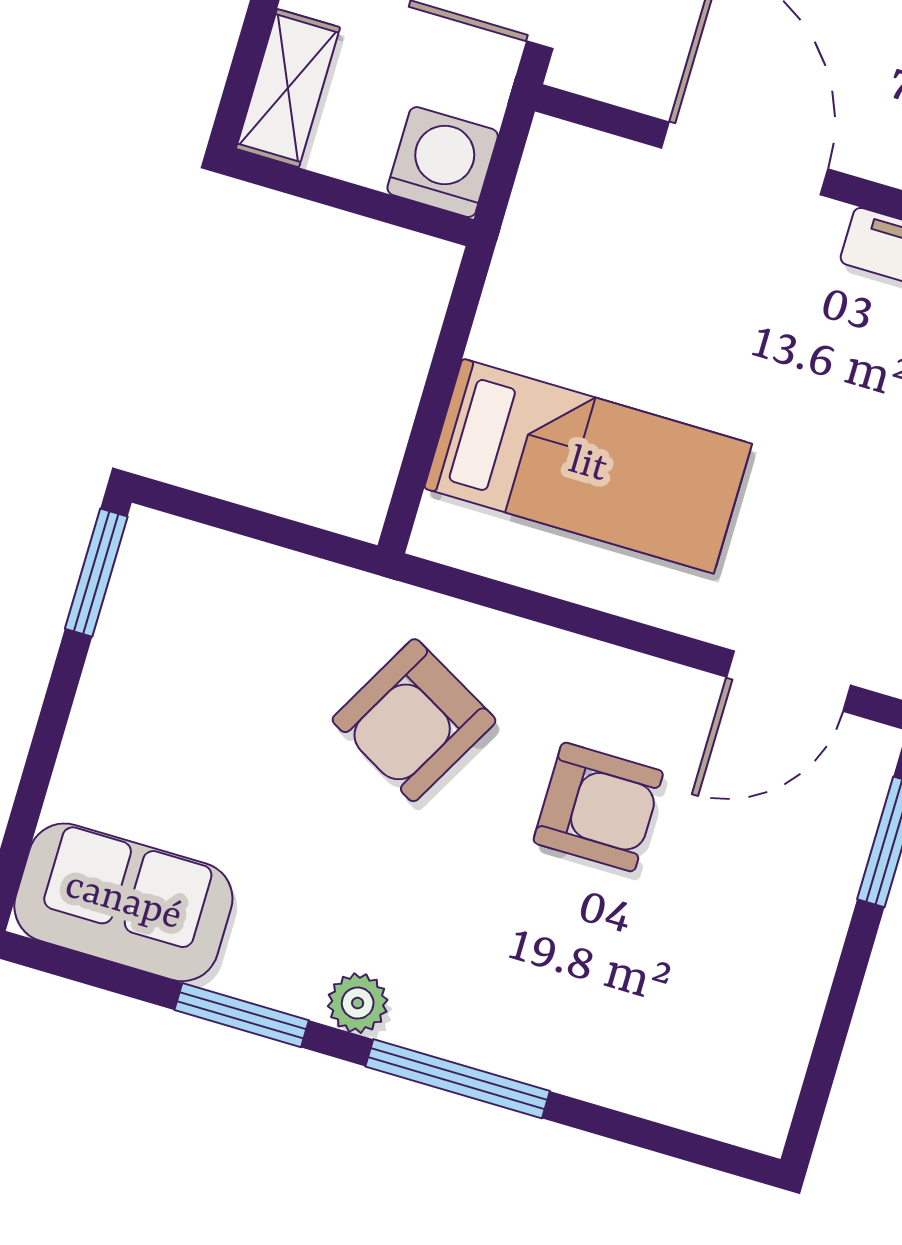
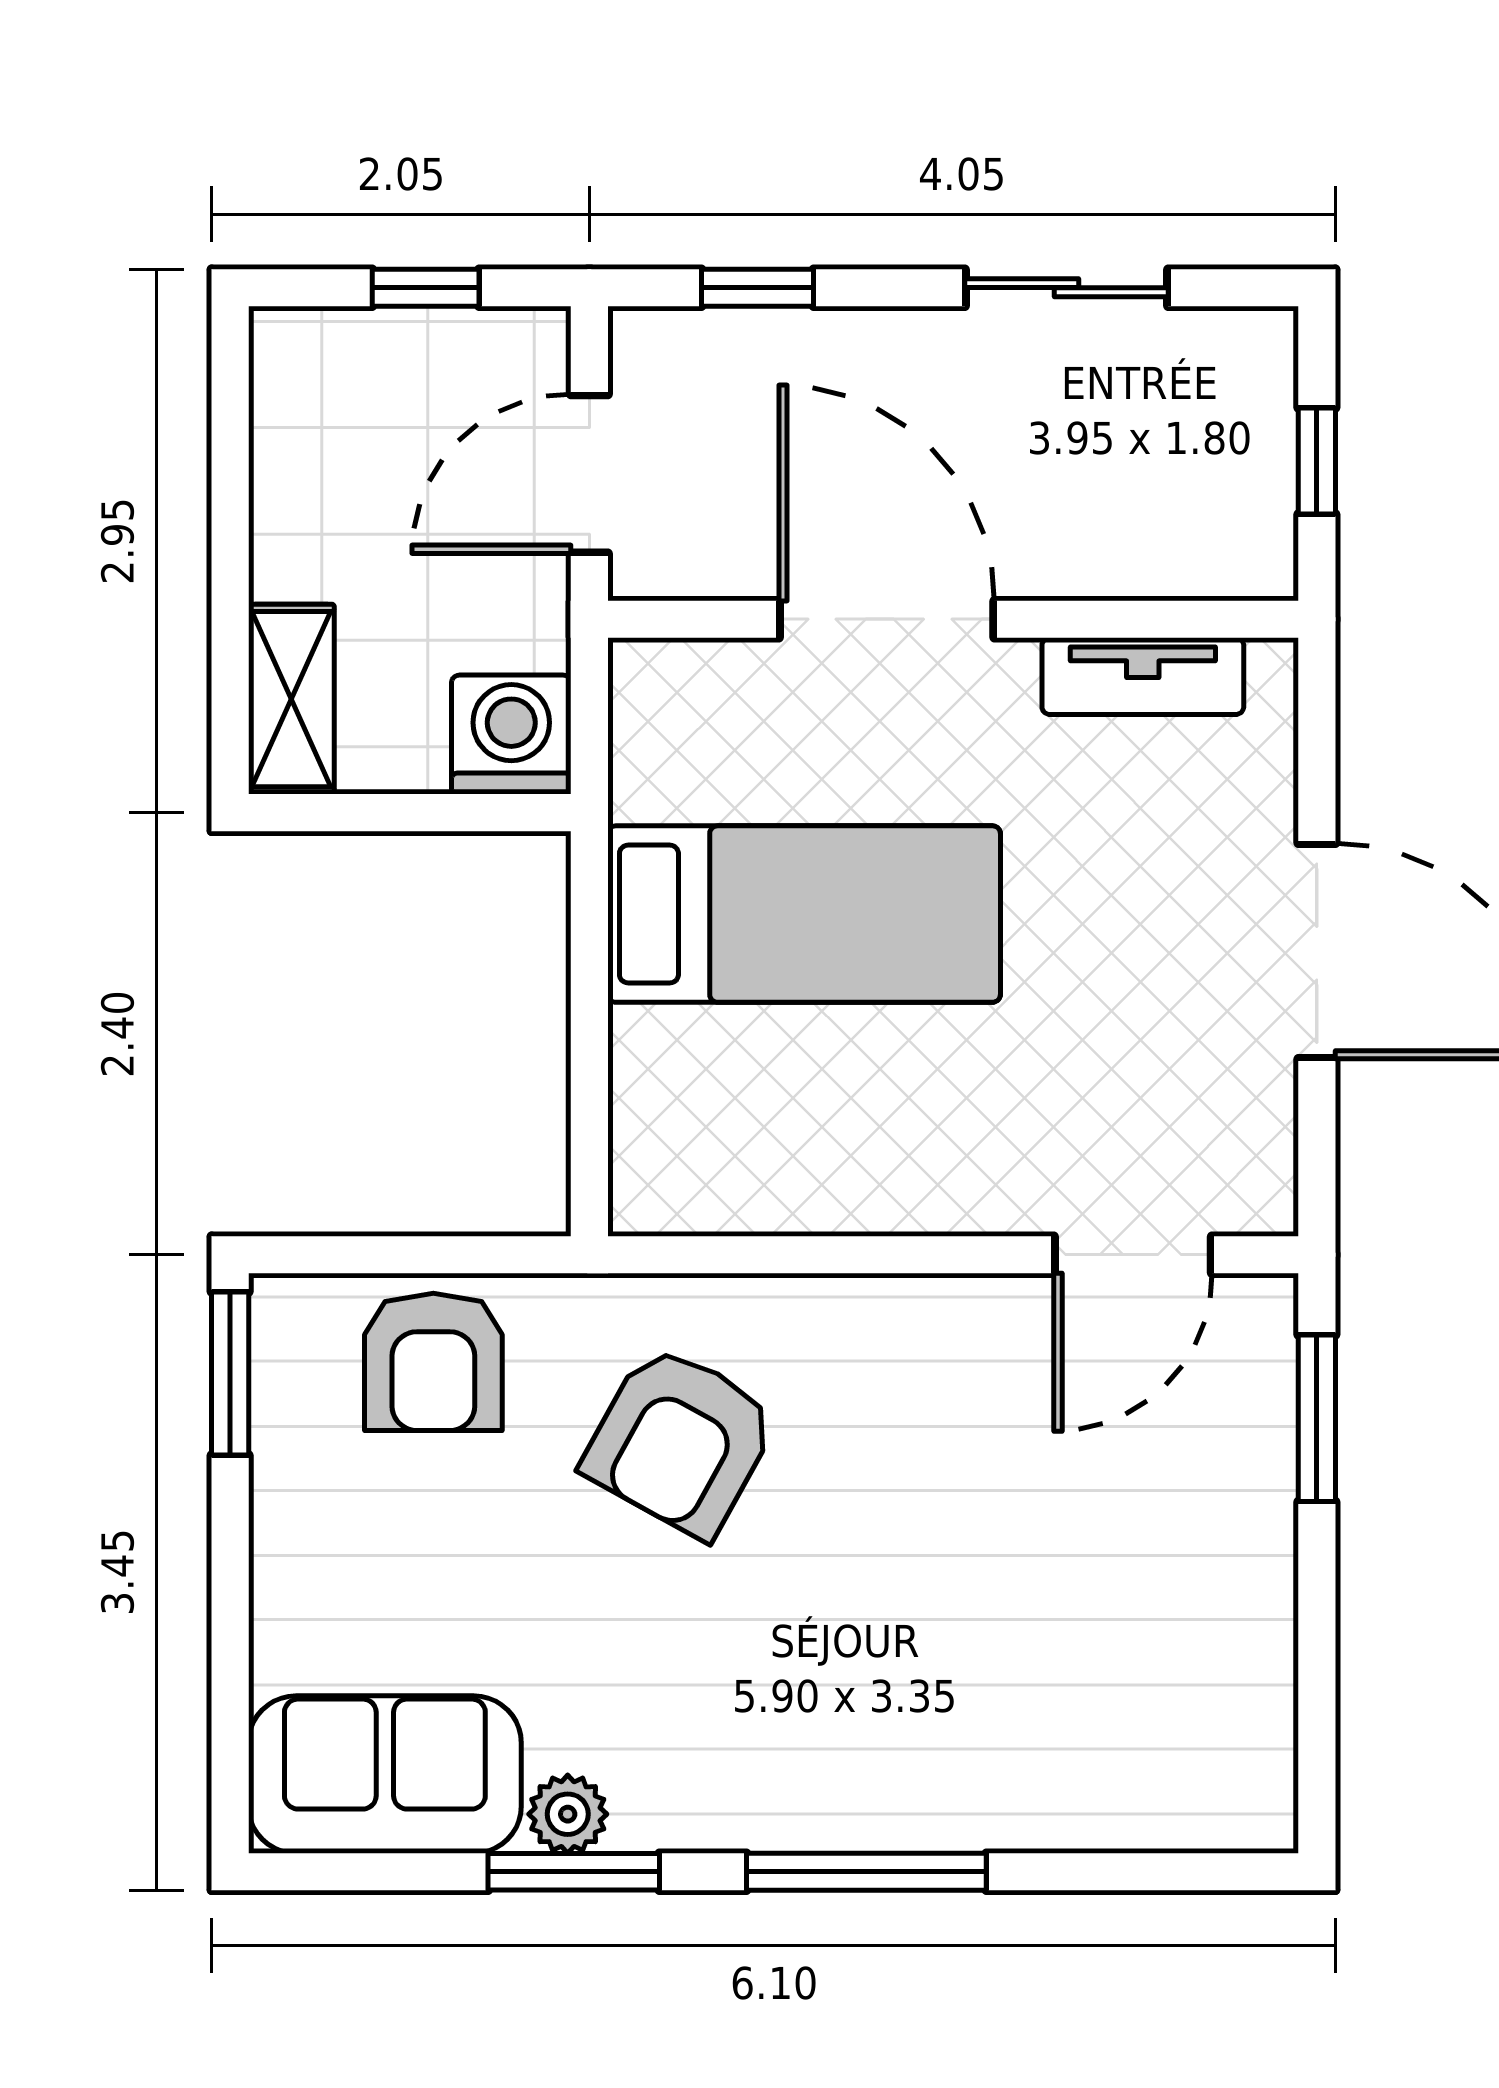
bed: (588, 466) -> (804, 914), moved
armchair: (598, 807) -> (433, 1362), moved, turned 90
plant: (358, 1003) -> (568, 1814), moved

